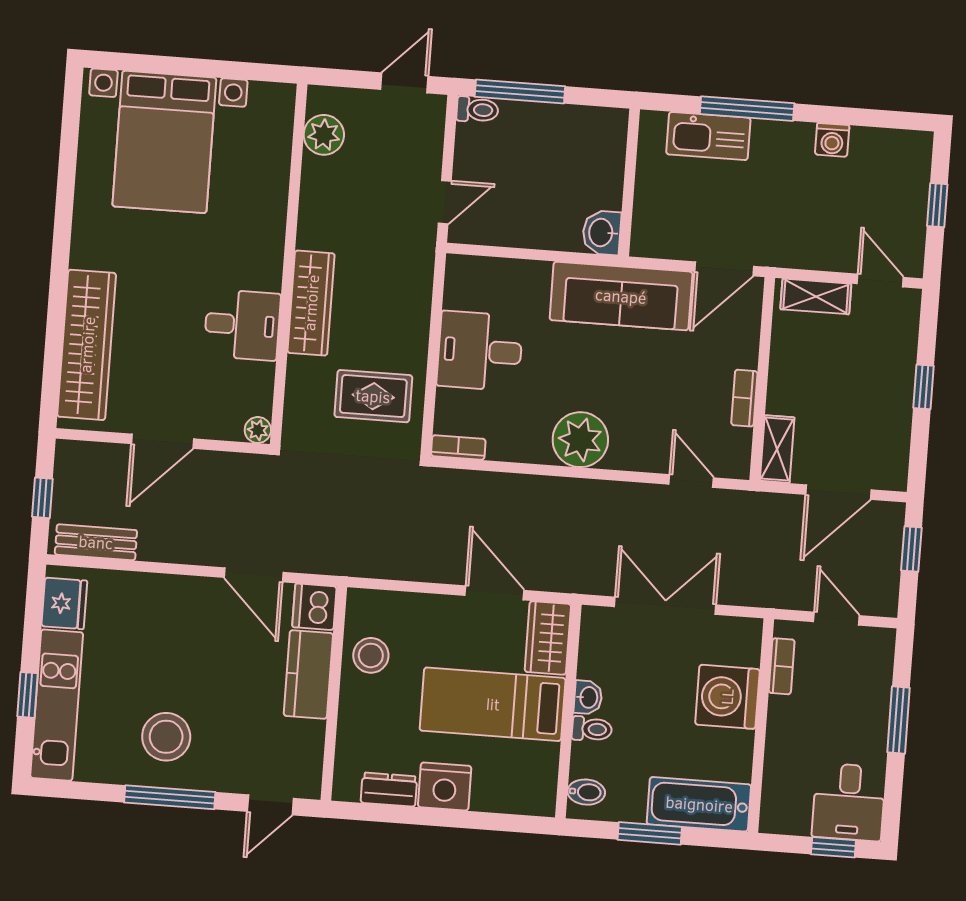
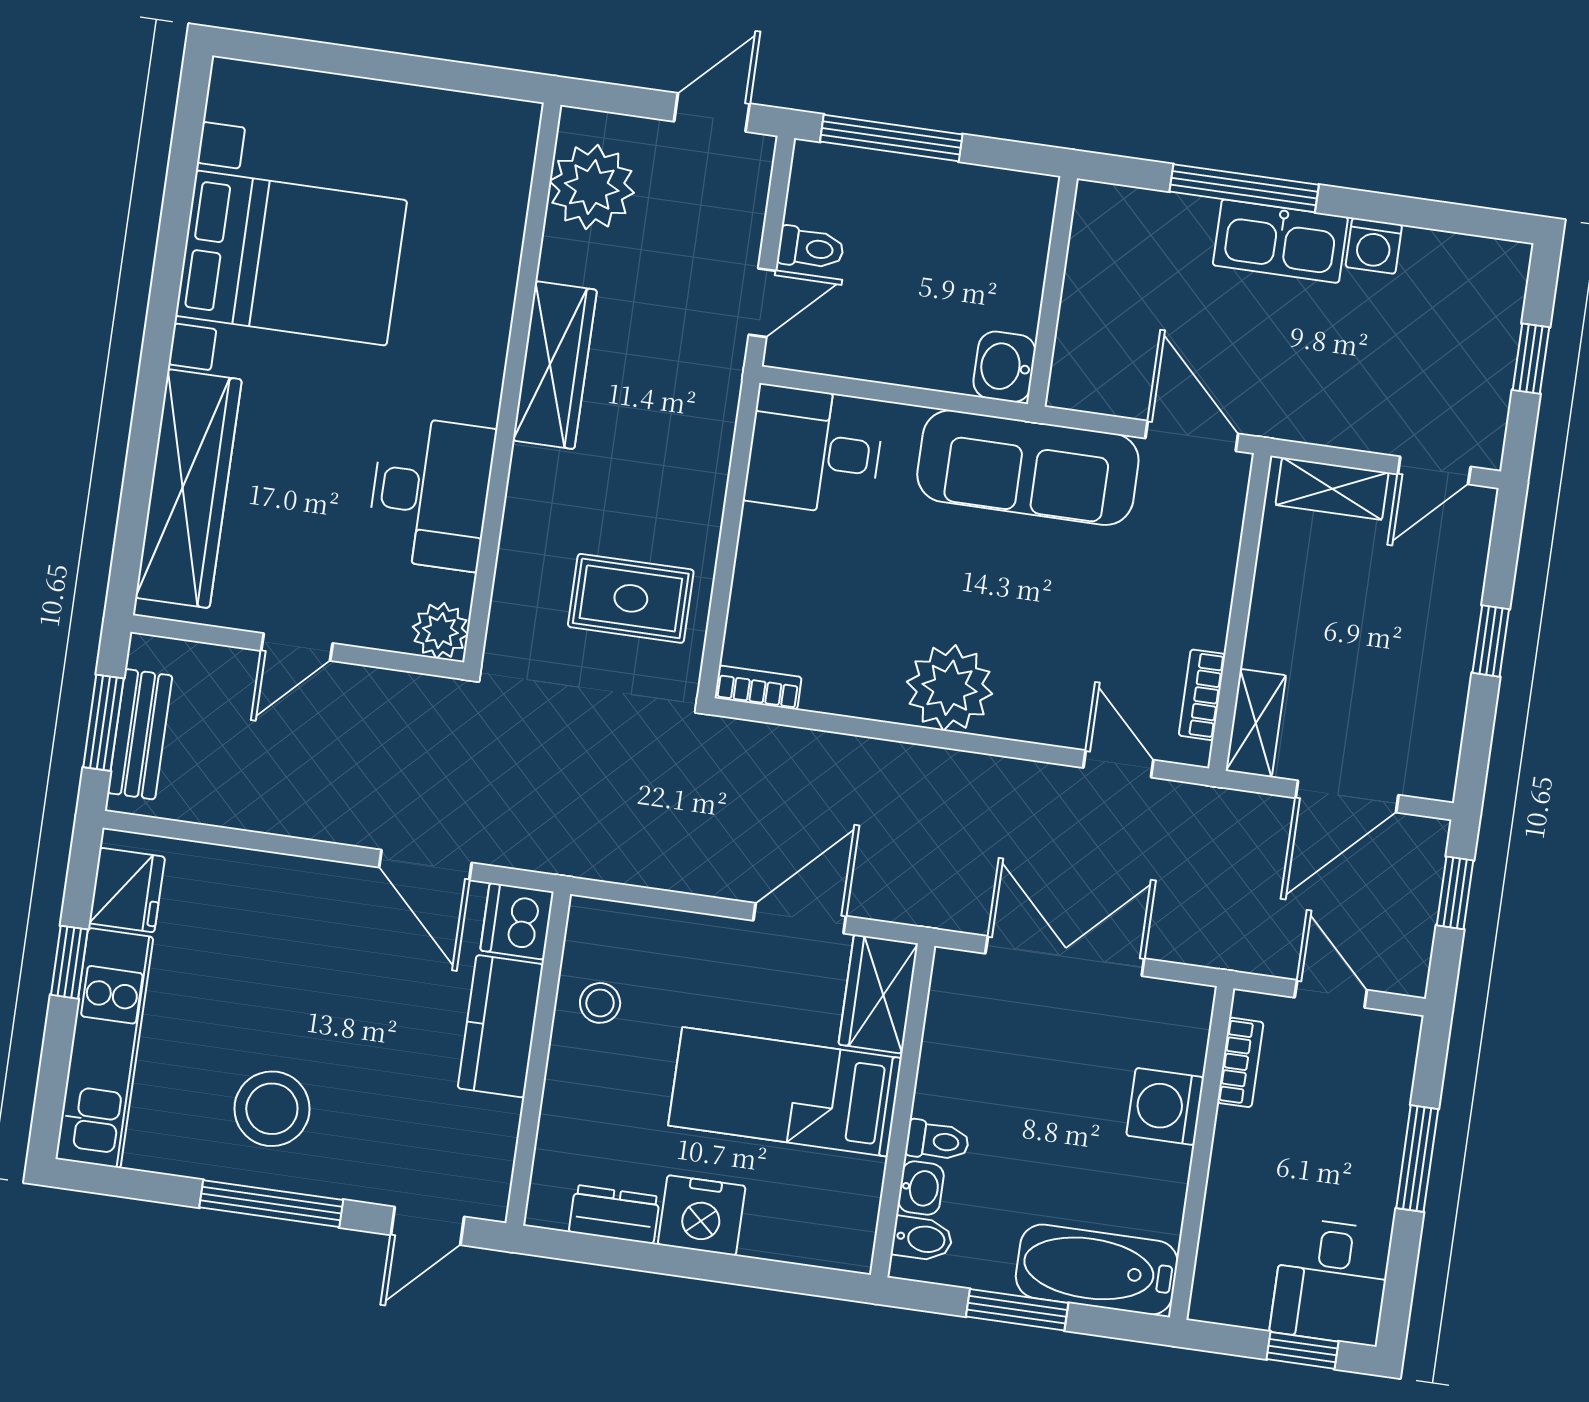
toilet: (477, 110) -> (811, 248), moved
plant: (324, 135) -> (592, 187), width x1.36, depth x1.36
kitchen sink: (708, 136) -> (1280, 241), moved
bed with nightstands: (164, 142) -> (291, 258), moved, turned -90
door: (724, 269) -> (1192, 436), swing flipped
door: (880, 281) -> (1434, 470), swing flipped
wardrobe: (311, 303) -> (555, 365), moved
desk: (242, 325) -> (431, 493), width x1.37
desk: (480, 351) -> (814, 451), moved
bookcase: (744, 398) -> (1202, 695), moved
plant: (258, 430) -> (440, 631), width x1.38, depth x1.38
door: (162, 441) -> (297, 647), width x0.73
window: (42, 498) -> (103, 723), width x1.50
bench: (96, 542) -> (140, 734), moved, turned 90
door: (495, 593) -> (800, 918), hinge flipped
stool: (371, 655) -> (600, 1003), width x0.73, depth x0.73
window: (28, 695) -> (69, 962), moved
washbasin: (588, 697) -> (921, 1188), moved
washing machine: (727, 697) -> (1165, 1106), width x0.73, depth x0.73

